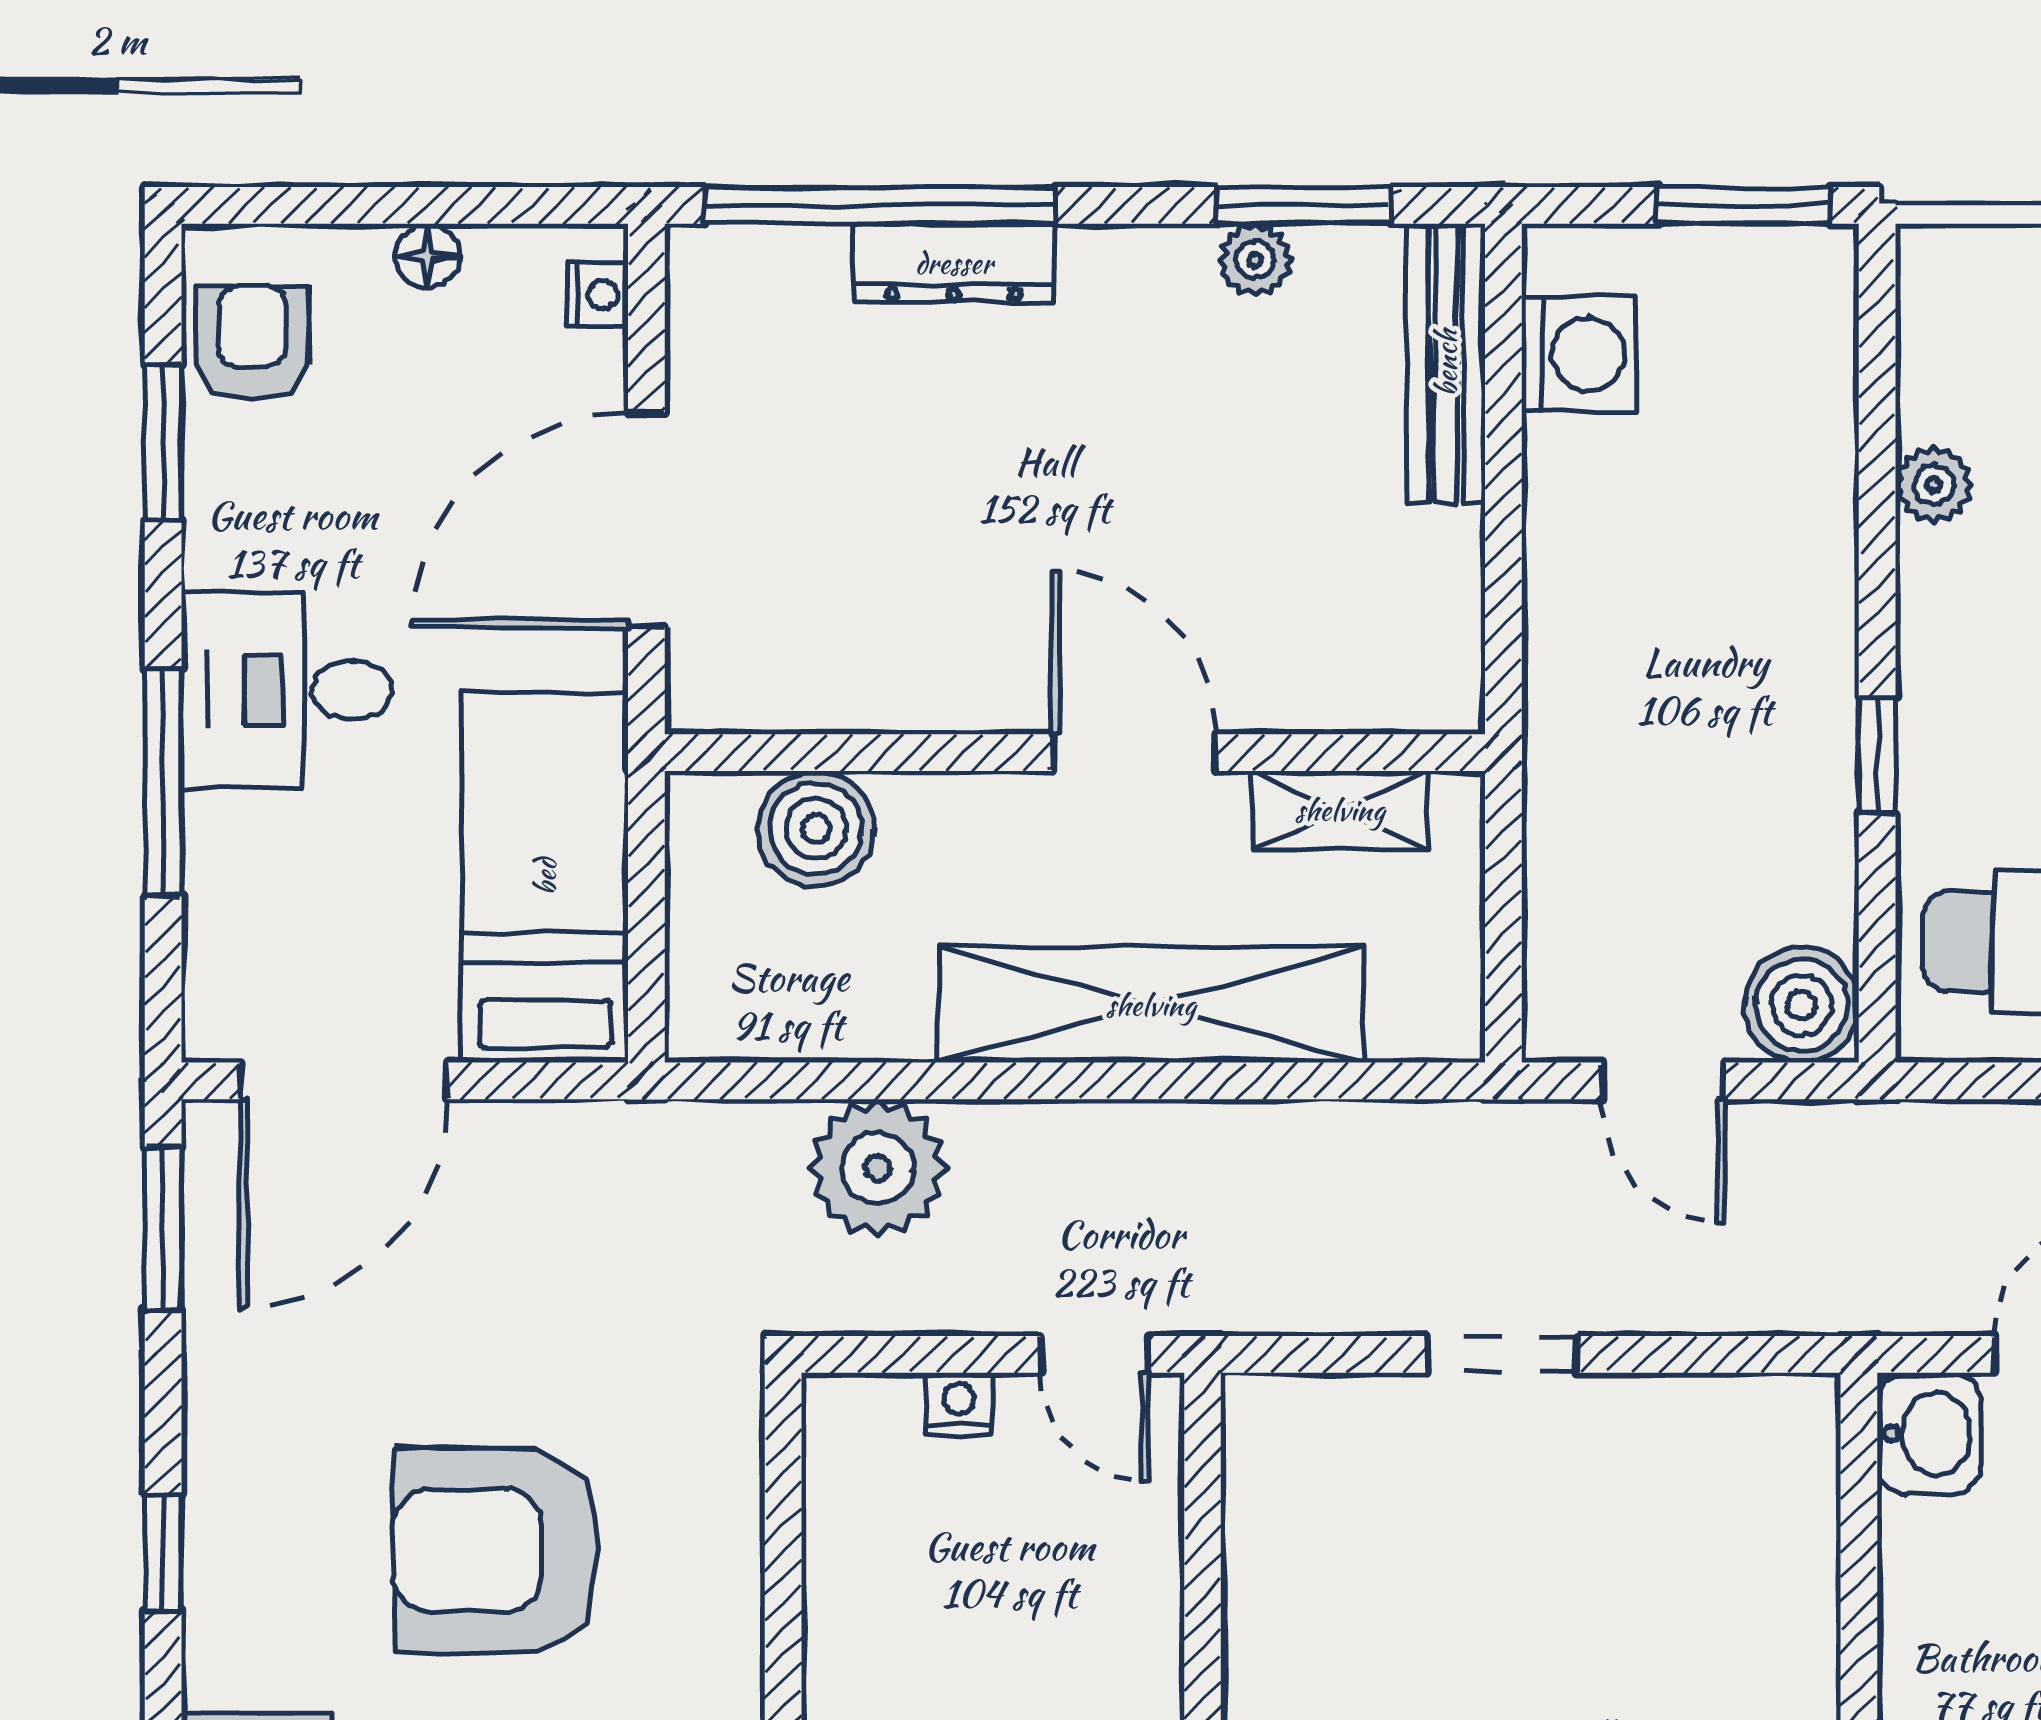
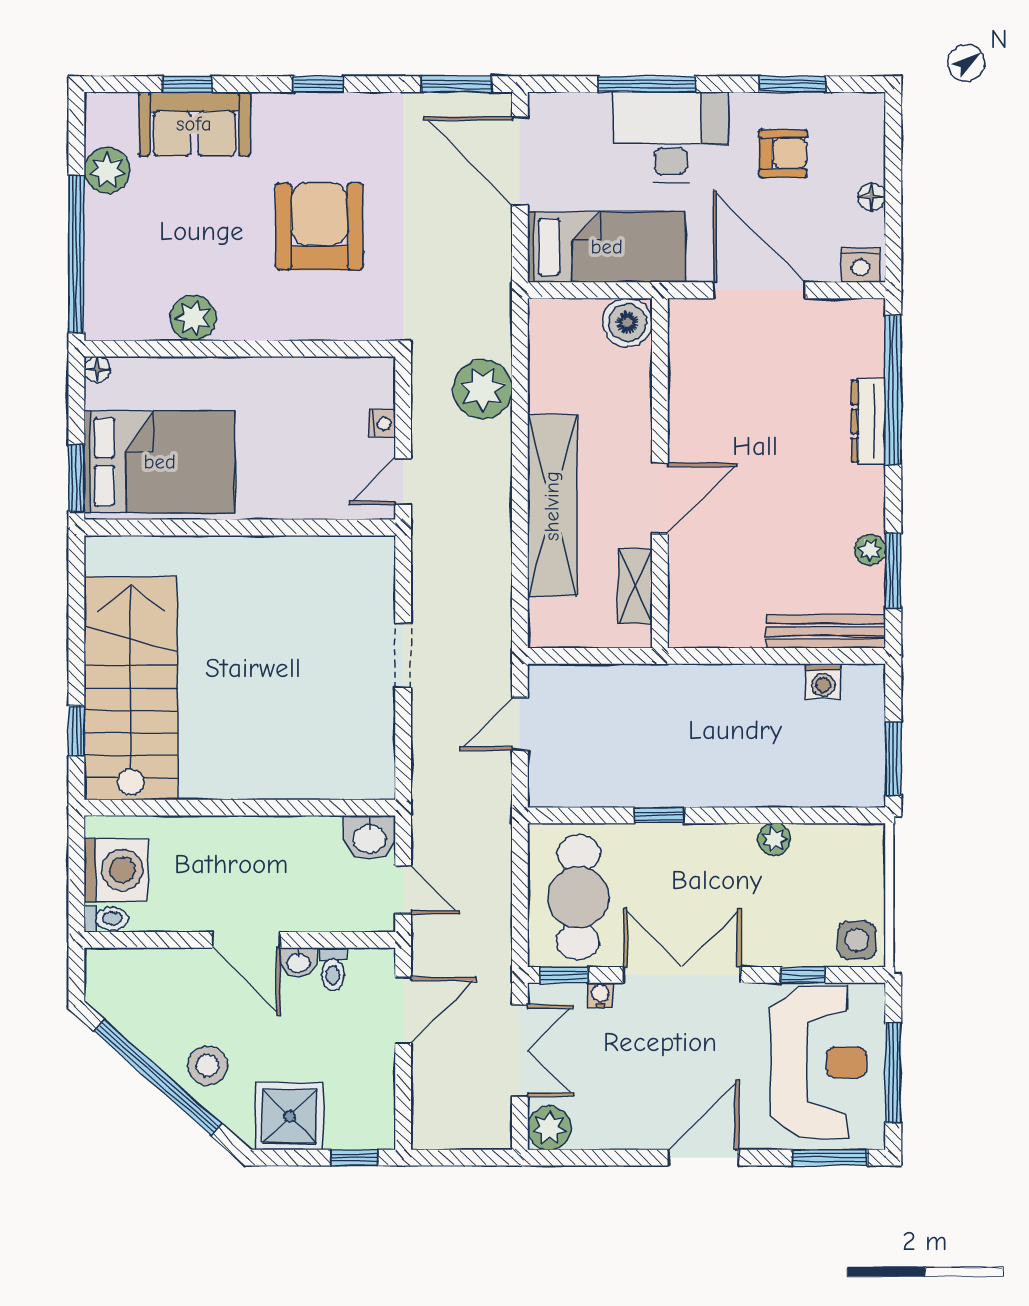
nightstand: (598, 295) -> (861, 265), width x1.39, depth x1.35
armchair: (252, 342) -> (783, 153), moved
washing machine: (1579, 354) -> (823, 681), width x0.73, depth x0.73
desk: (287, 690) -> (671, 137), width x1.37
boiler: (816, 829) -> (627, 323), moved
boiler: (1801, 1005) -> (552, 783), removed

